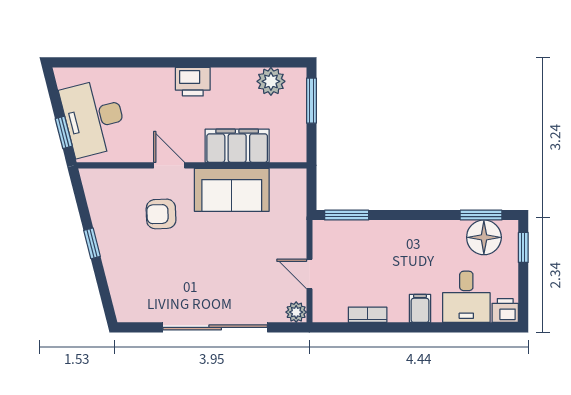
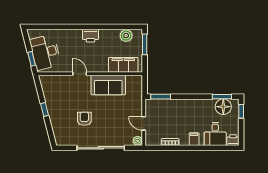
filing cabinet: (237, 146) -> (123, 65), moved
armchair: (161, 214) -> (84, 119), moved, turned 92

